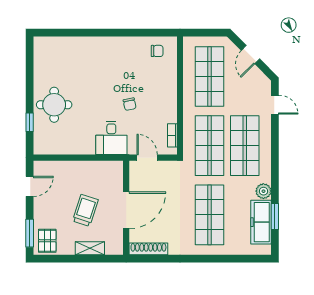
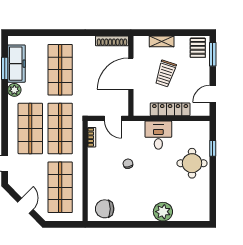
plant: (88, 48) -> (163, 212), added
chair: (157, 51) -> (105, 209), width x1.87, depth x1.87
desk: (111, 138) -> (158, 135), moved
locker: (80, 168) -> (170, 109), added

